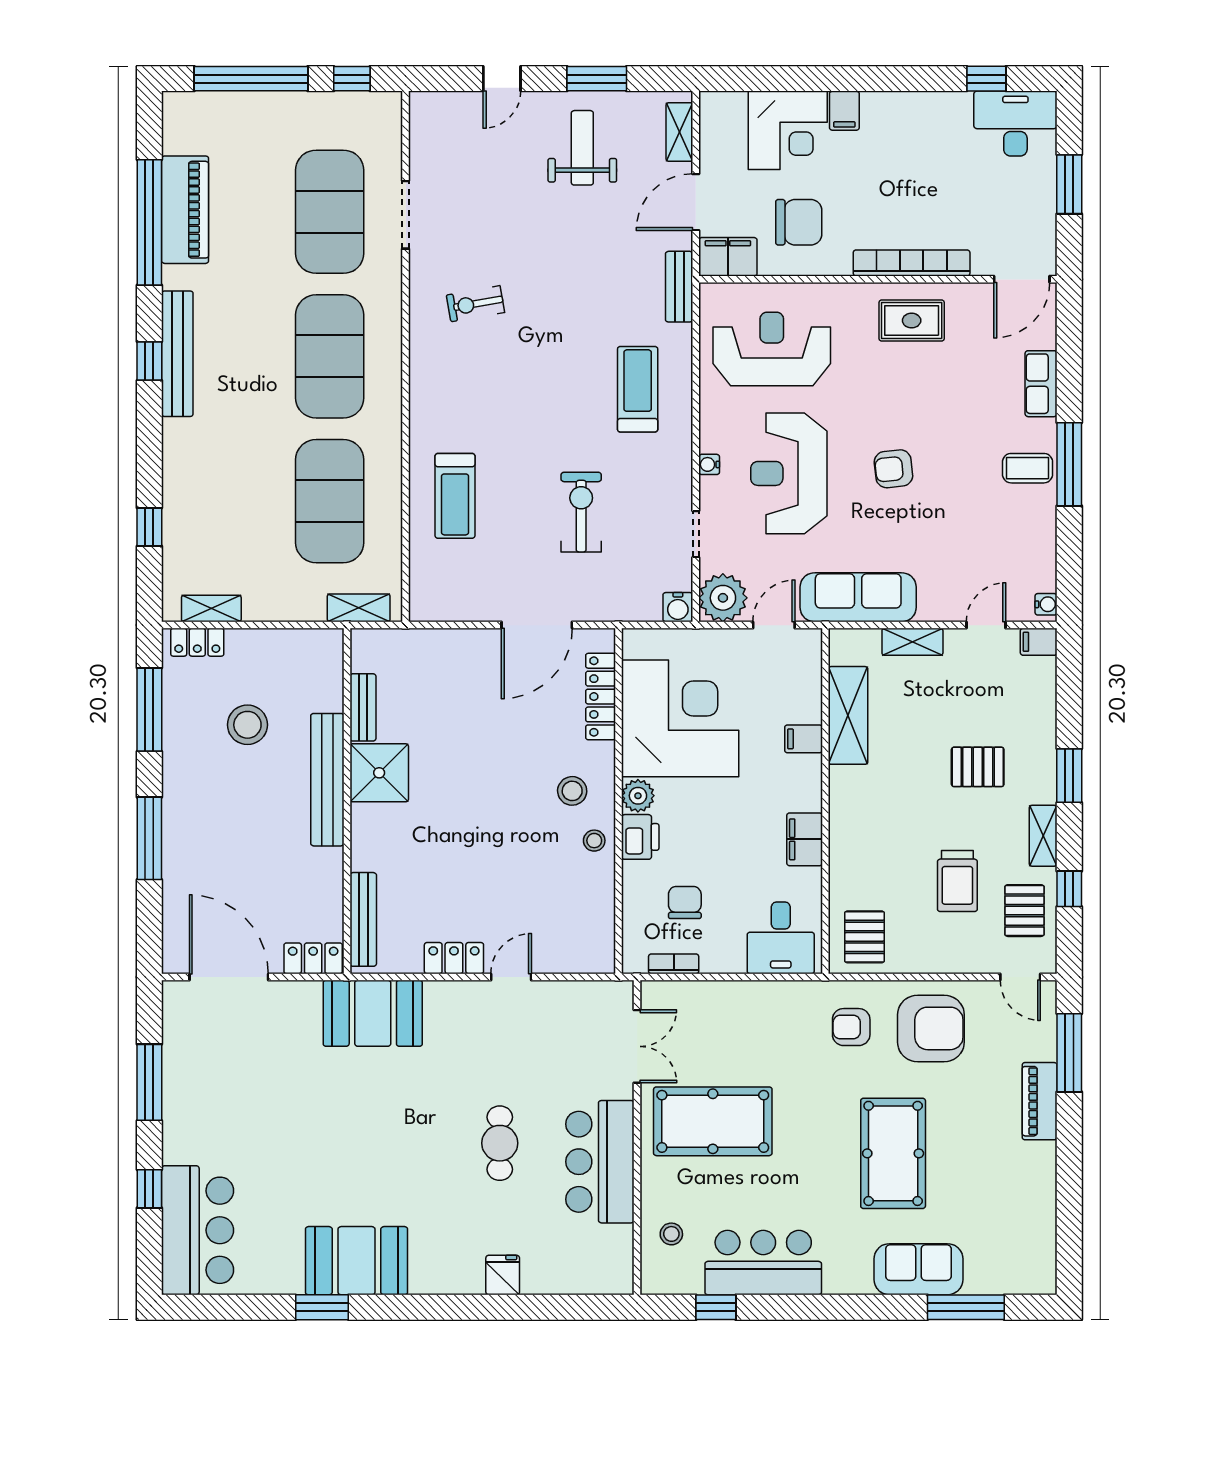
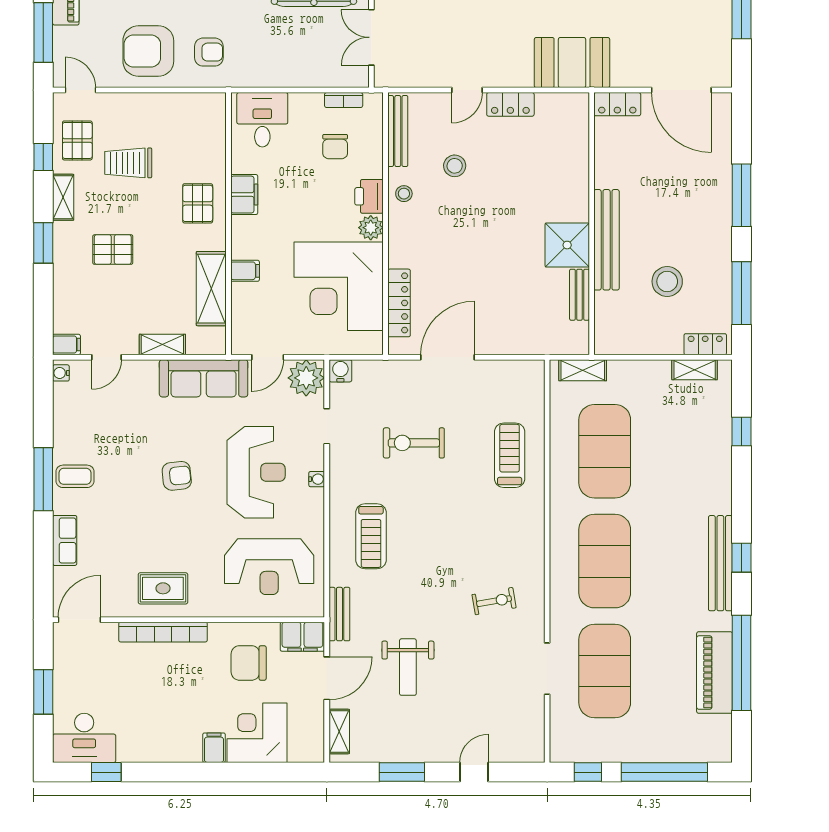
weight bench: (582, 148) -> (408, 667), moved
exercise bike: (581, 512) -> (414, 443), turned 90
stool: (572, 791) -> (455, 166), moved
trolley: (957, 881) -> (128, 163), turned -90
bench: (363, 919) -> (398, 131), moved
pallet: (865, 937) -> (198, 203), moved

